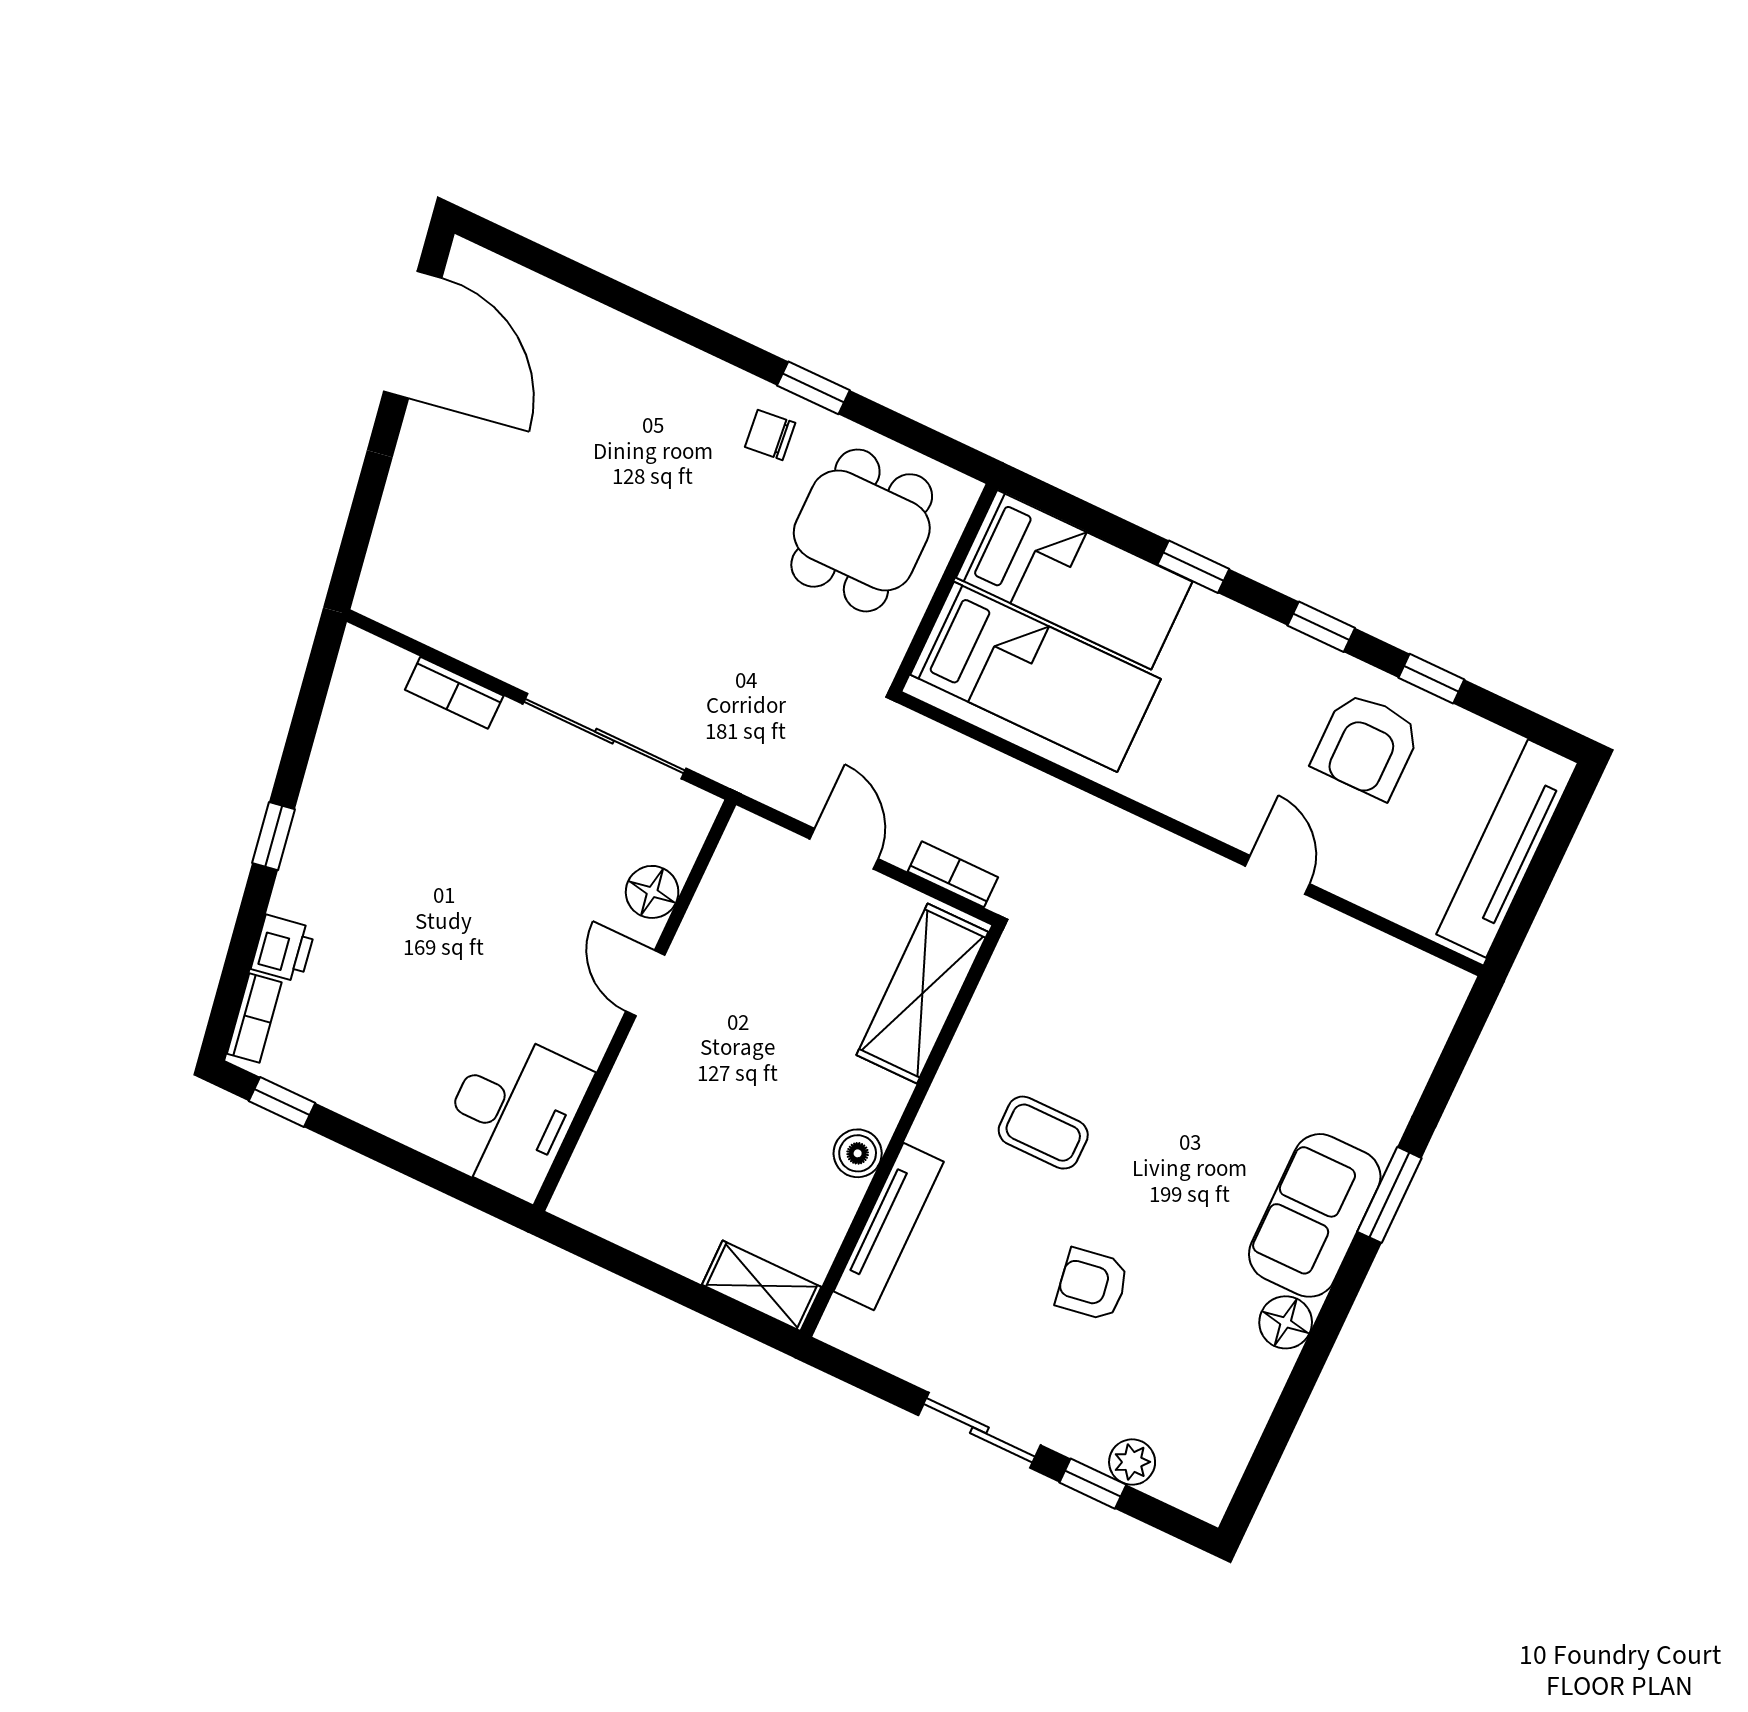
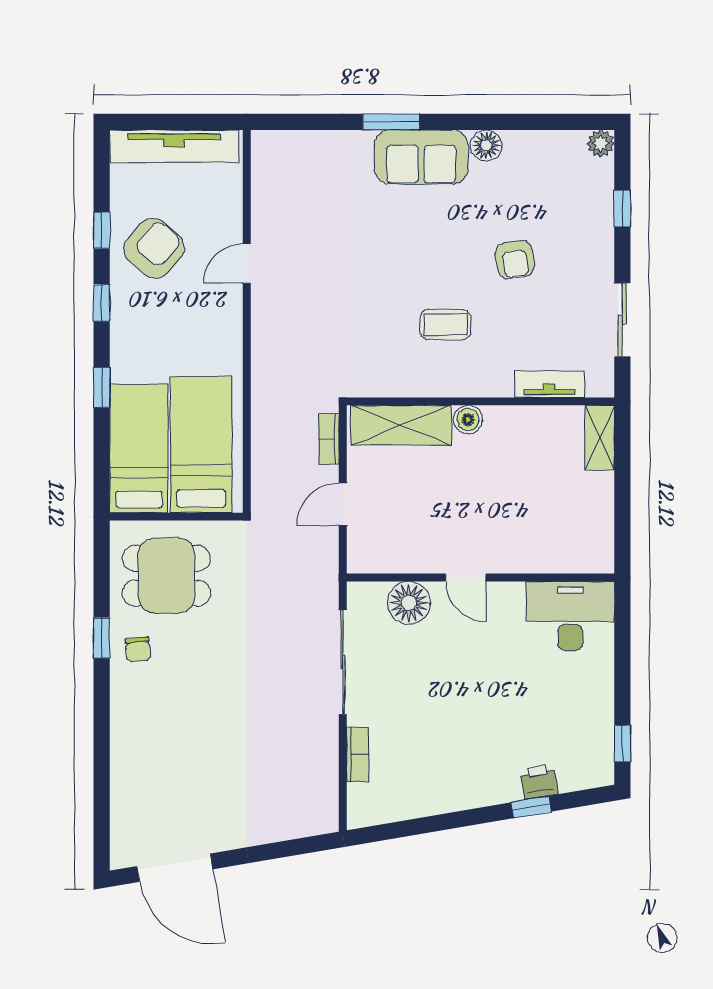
door: (413, 335) -> (175, 868), swing flipped
armchair: (1367, 745) -> (154, 248), turned -49
window: (274, 836) -> (531, 807), moved
floor lamp: (652, 892) -> (409, 603), width x1.38, depth x1.38
door: (645, 983) -> (466, 577), hinge flipped
bookcase: (254, 1018) -> (584, 780), removed
coffee table: (1043, 1133) -> (445, 325), turned 90
boiler: (858, 1153) -> (468, 420), moved
tv unit: (889, 1226) -> (550, 384), width x0.71
sliding door: (979, 1430) -> (622, 320), moved
plant: (1132, 1462) -> (601, 143), moved

